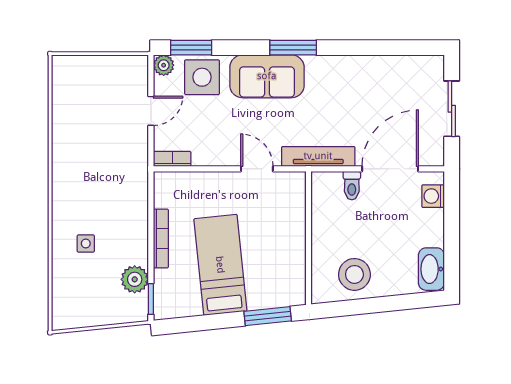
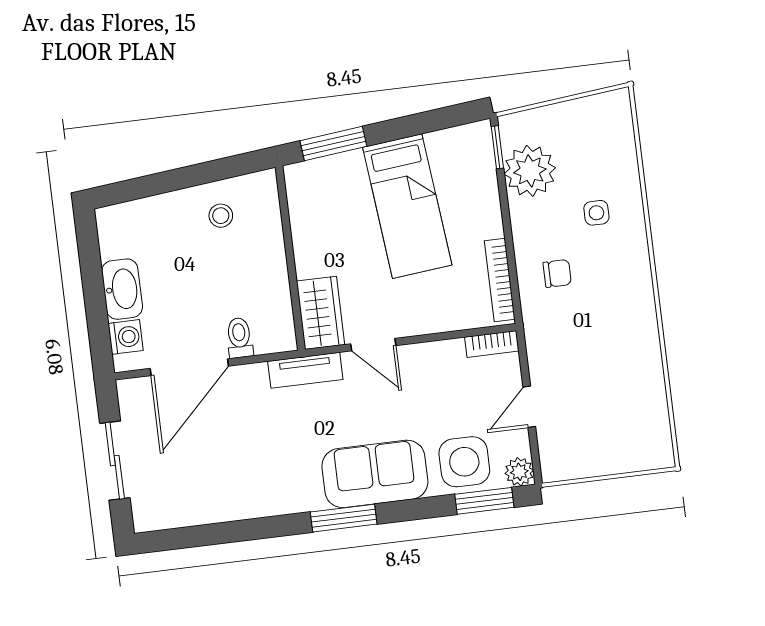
tv unit: (318, 156) -> (305, 370), width x0.71
wardrobe: (292, 196) -> (321, 313), added
chair: (119, 204) -> (557, 273), added
bookcase: (161, 239) -> (500, 280), moved
washbasin: (431, 269) -> (122, 289), moved
stool: (354, 274) -> (221, 216), width x0.53, depth x0.53
plant: (135, 279) -> (530, 171), width x1.36, depth x1.36

